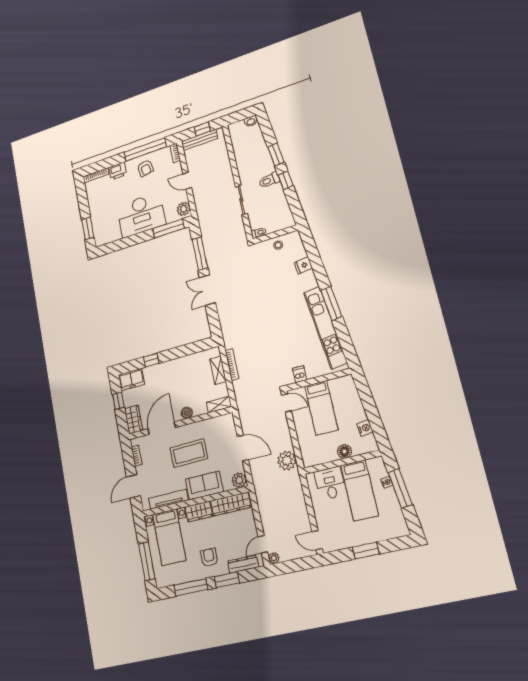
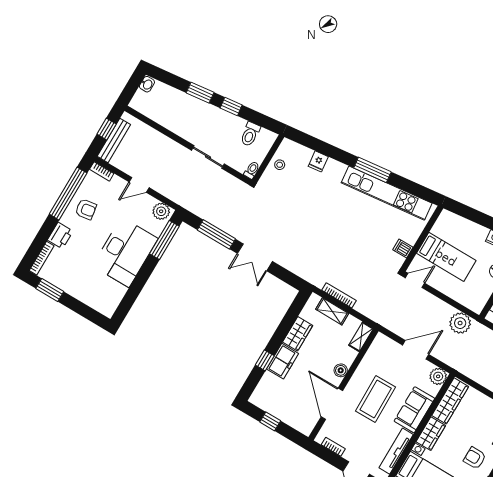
toilet: (269, 180) -> (250, 134), moved
window: (88, 228) -> (50, 290), moved
freezer: (131, 379) -> (283, 361), moved
wardrobe: (134, 420) -> (298, 334), moved, turned 90

